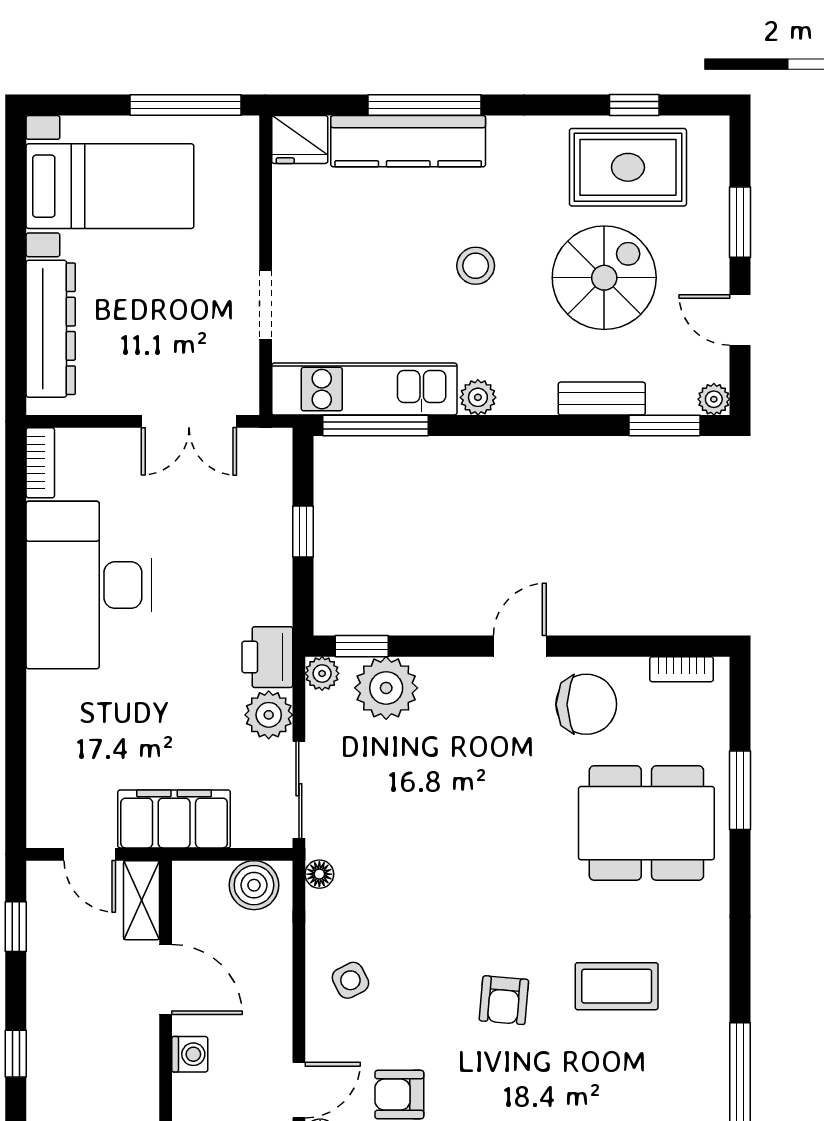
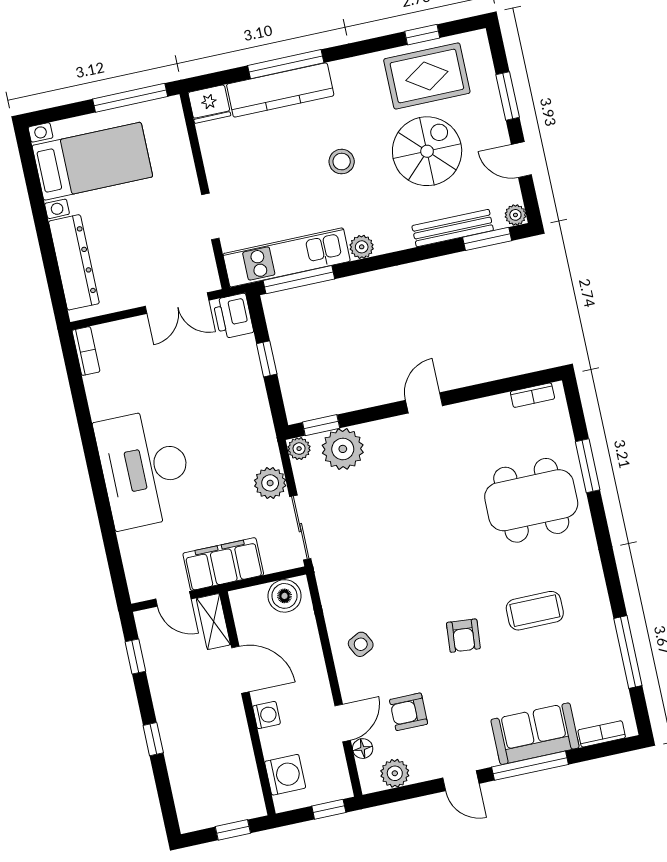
bench: (602, 399) -> (453, 228), width x1.36
desk: (89, 585) -> (145, 469), moved
printer: (267, 657) -> (233, 316), moved
chair: (586, 704) -> (475, 431), removed
floor lamp: (319, 874) -> (326, 580), removed

